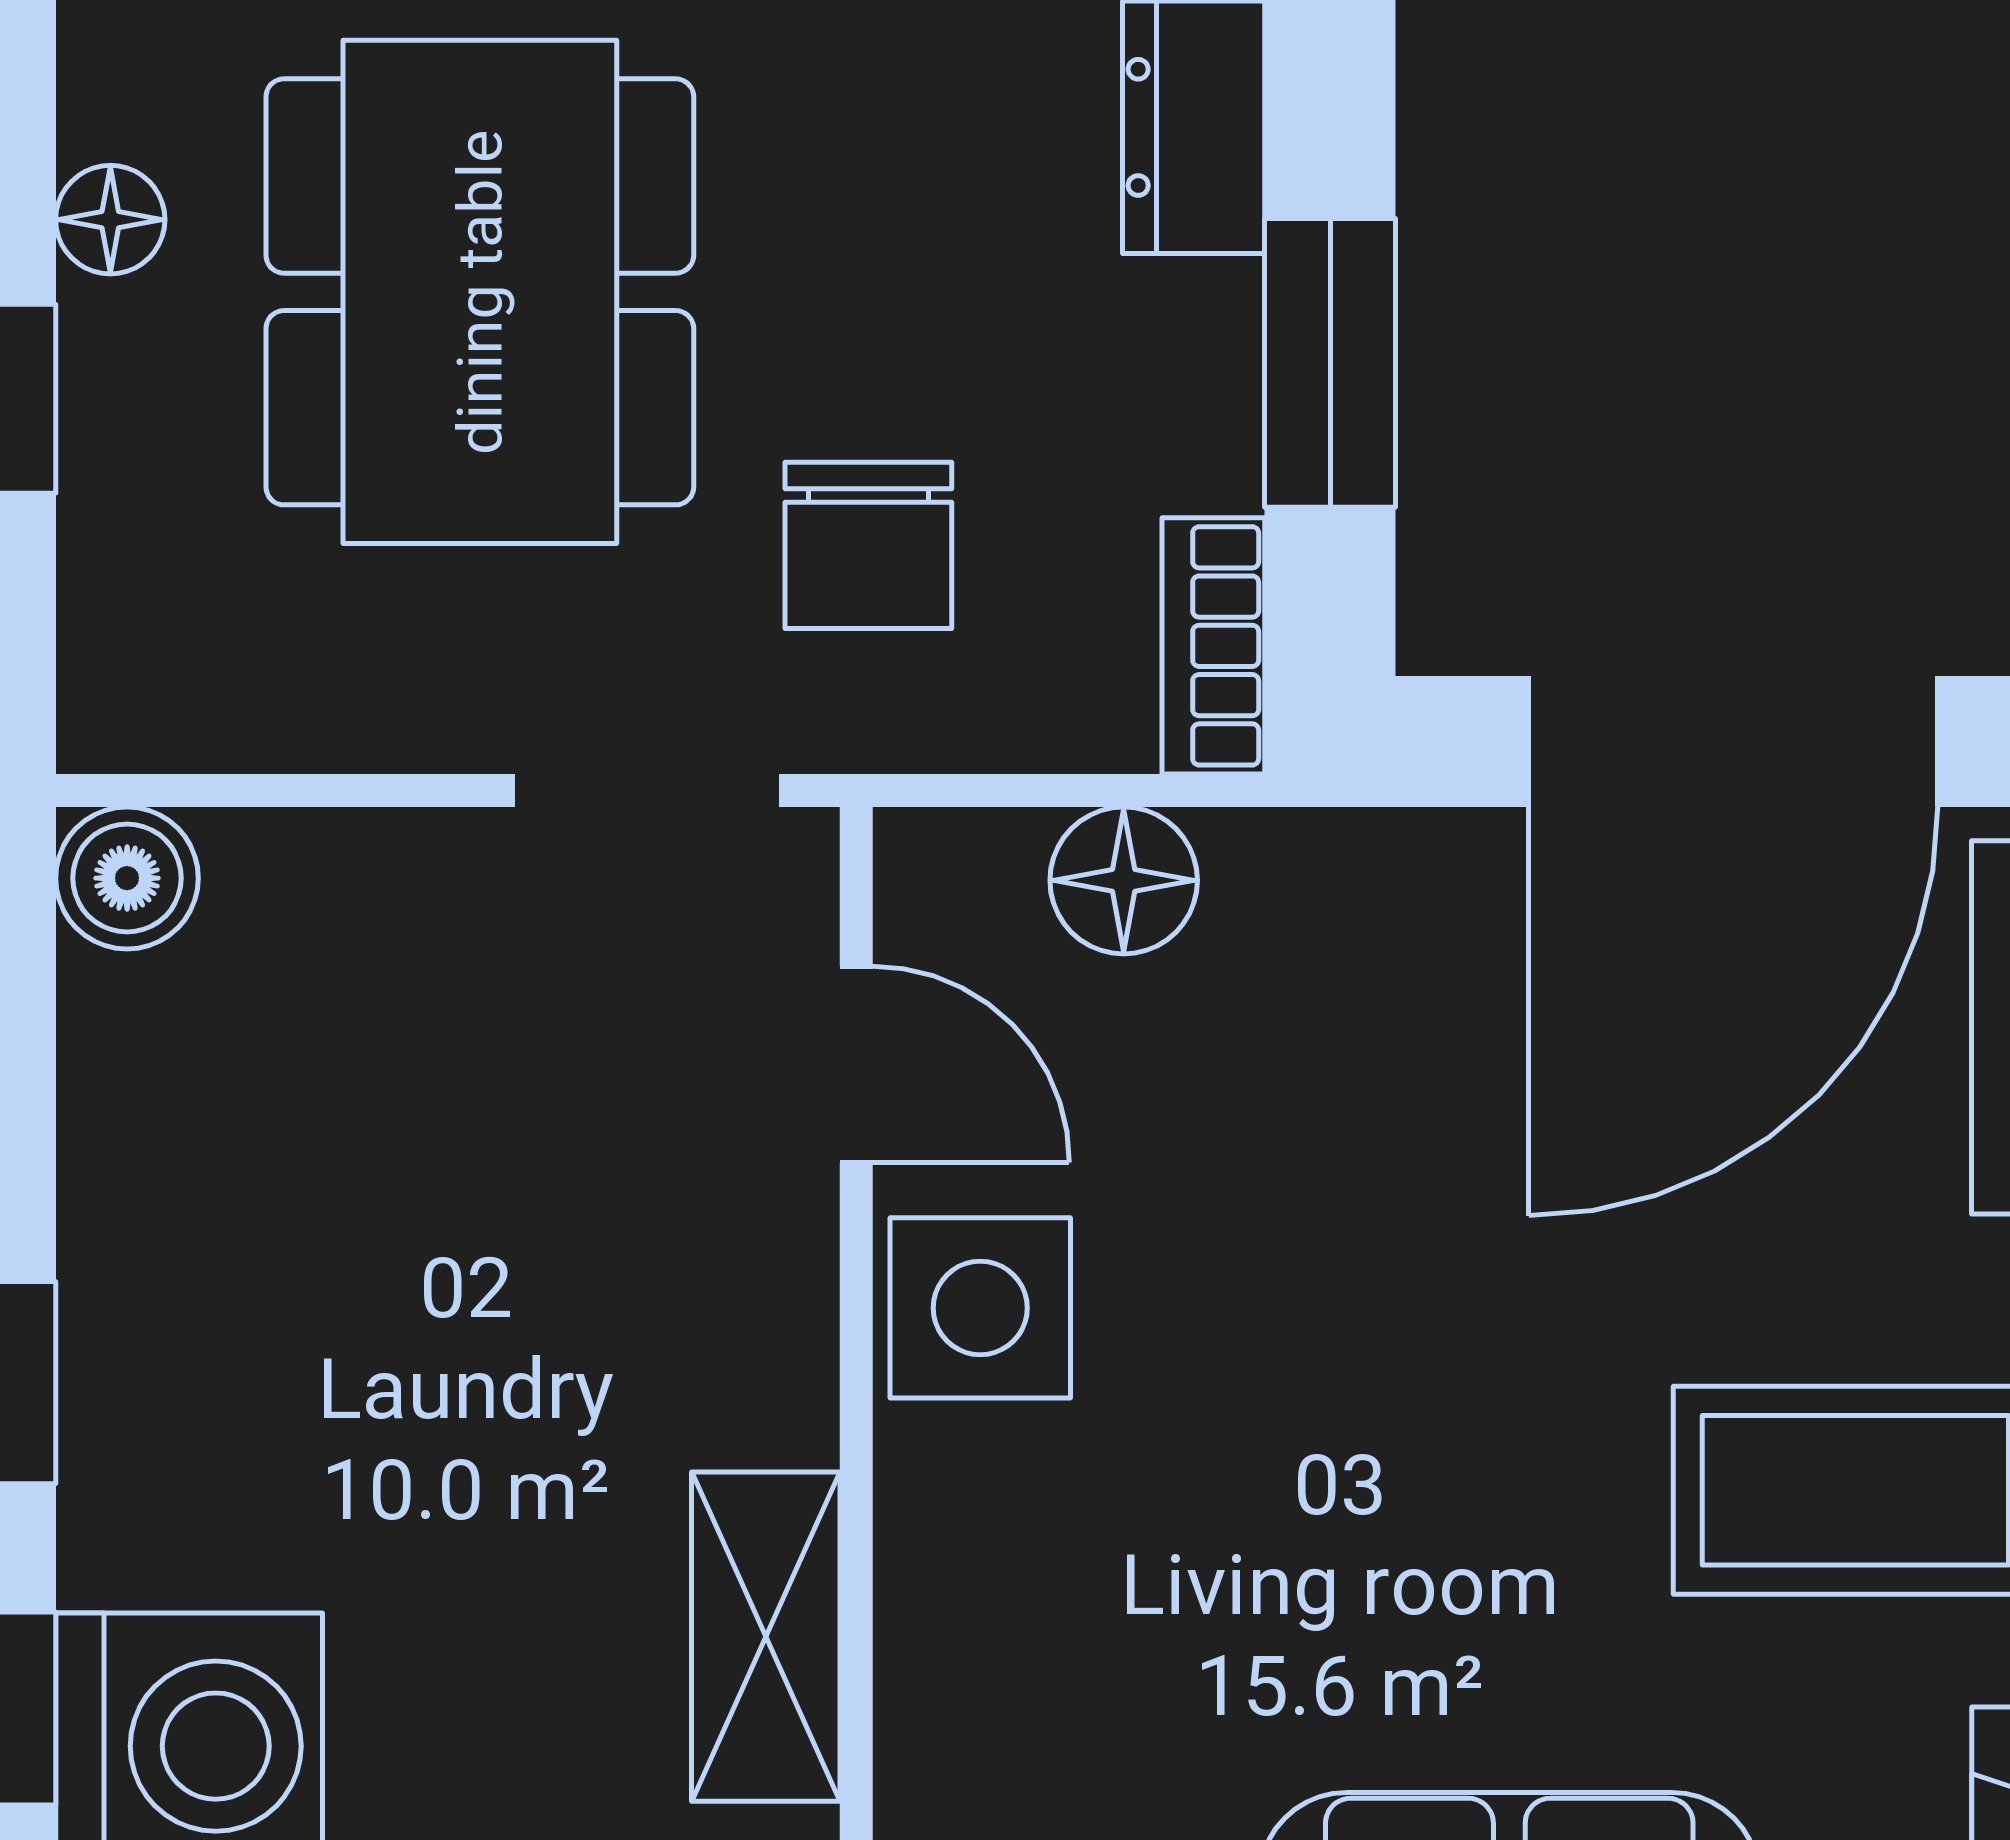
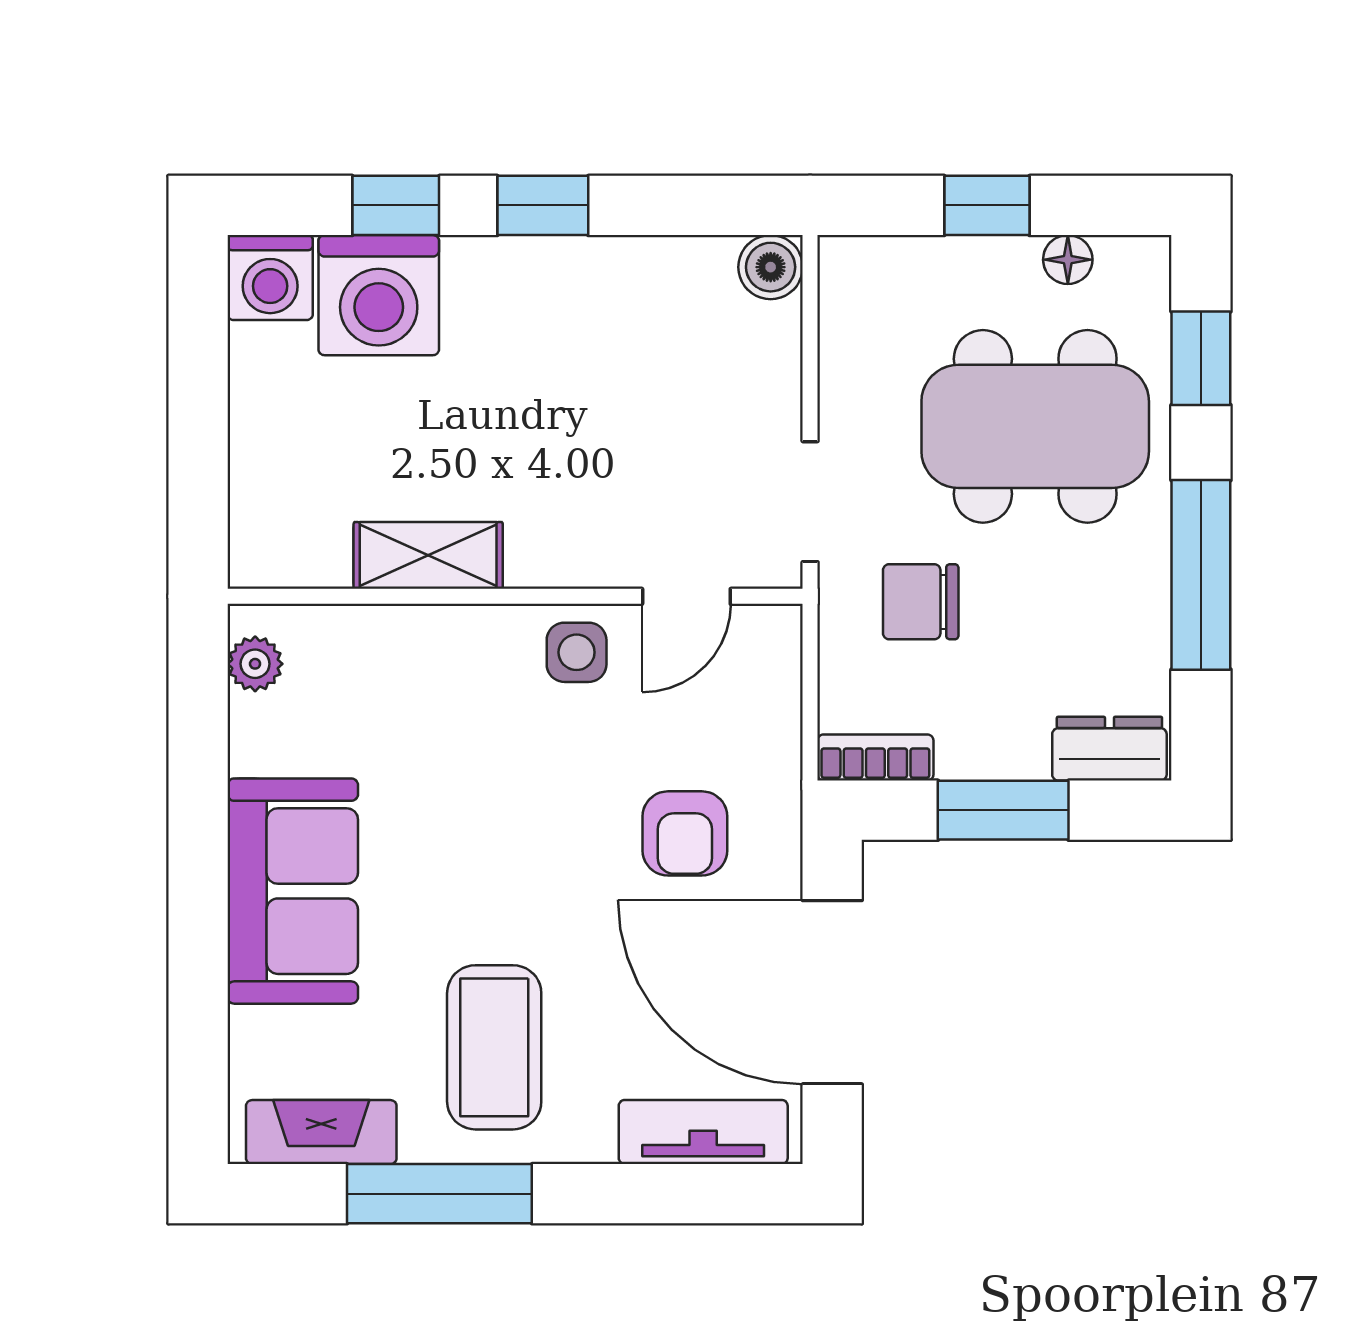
floor lamp: (1124, 880) -> (770, 717), removed
armchair: (1382, 1068) -> (685, 833), added
side table: (980, 1308) -> (577, 652), width x0.73, depth x0.73

